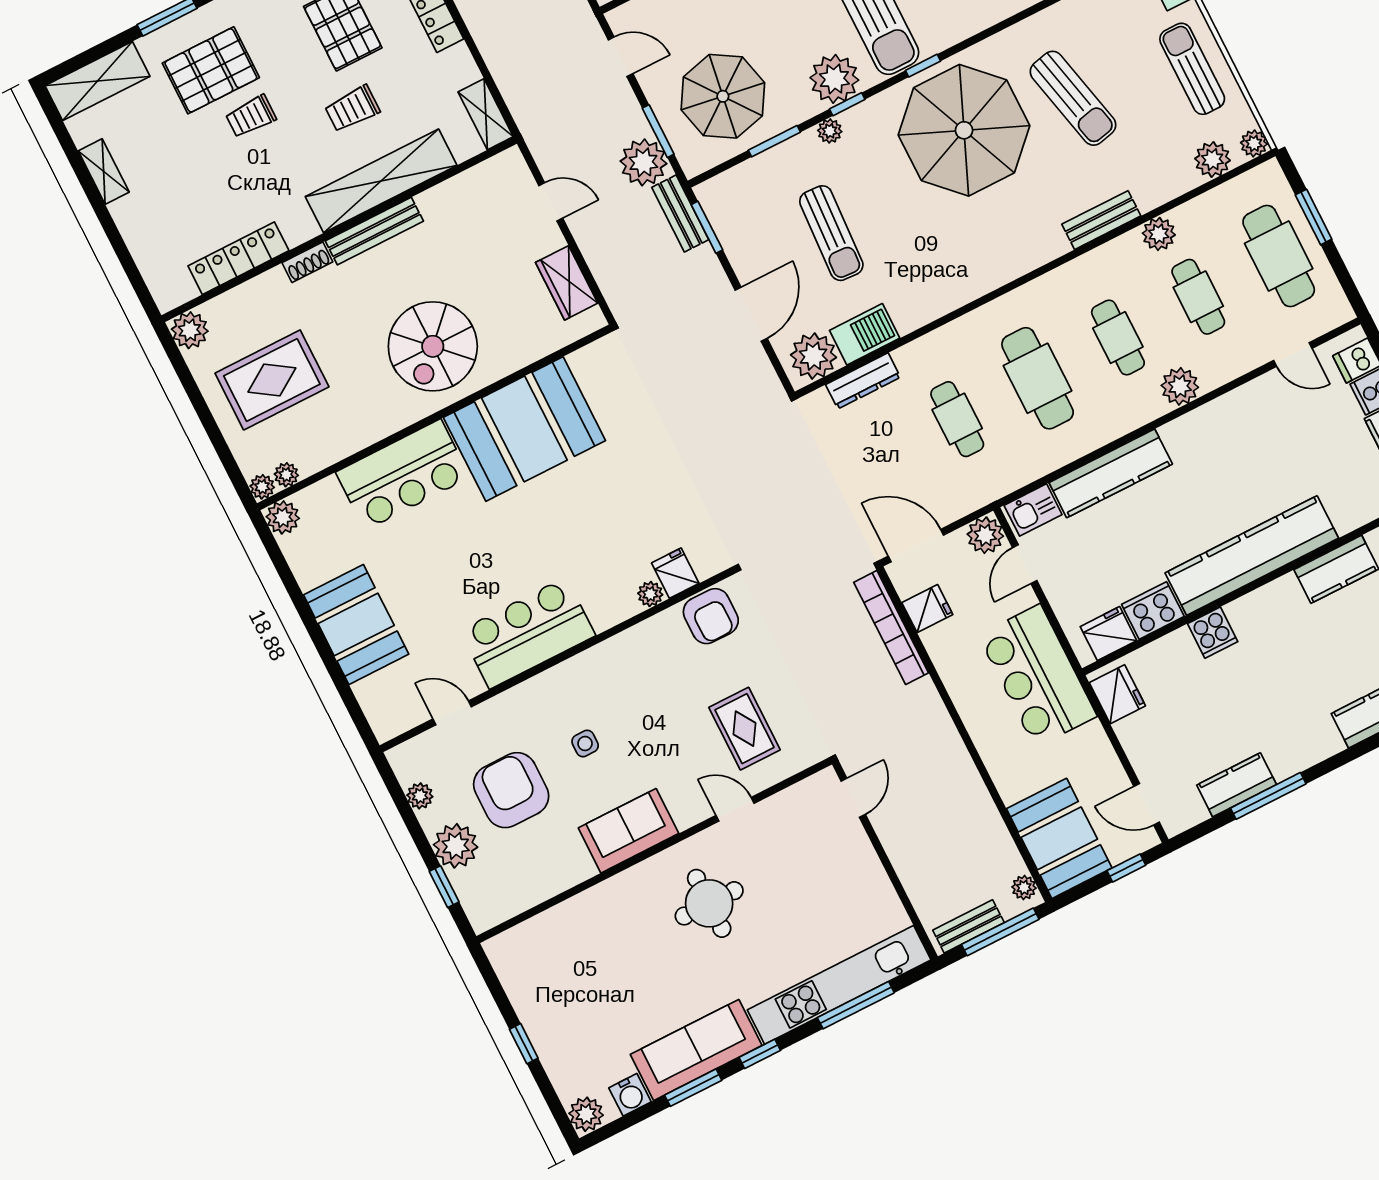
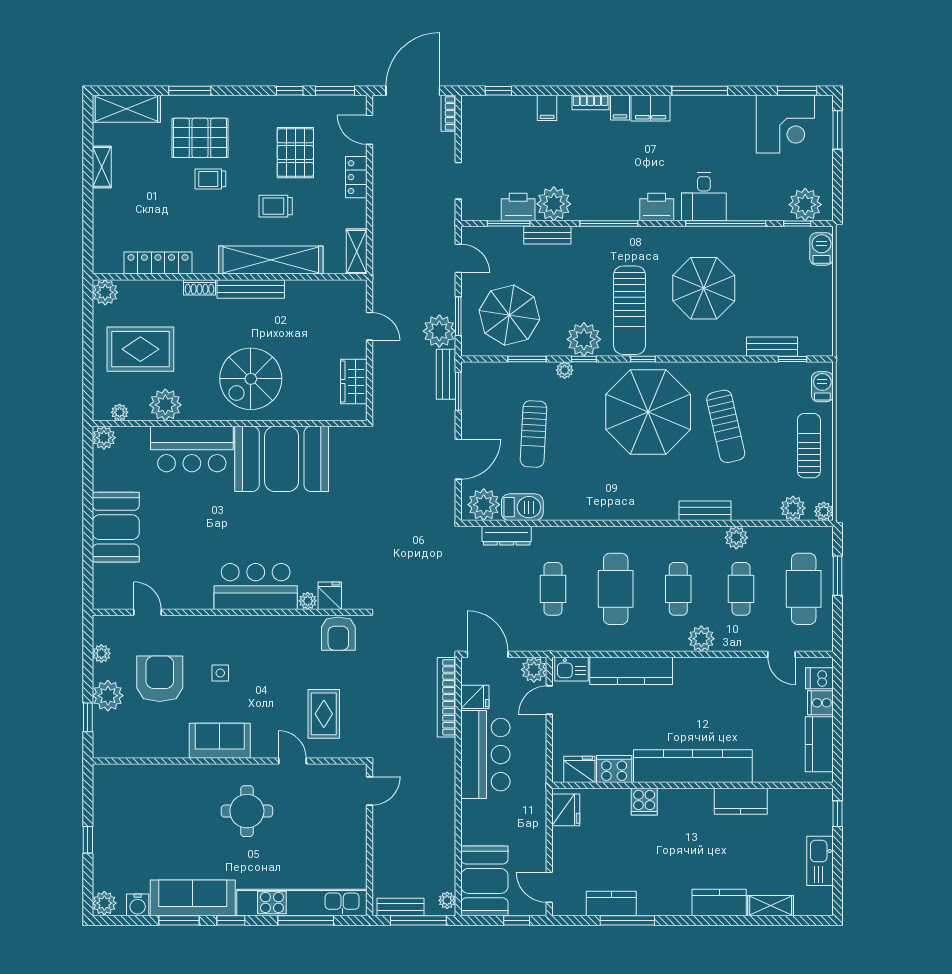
plant: (262, 487) -> (165, 405), moved, width x1.87, depth x1.87
bar counter: (528, 633) -> (256, 586), moved
bar counter: (1038, 676) -> (485, 755), moved, turned 180

